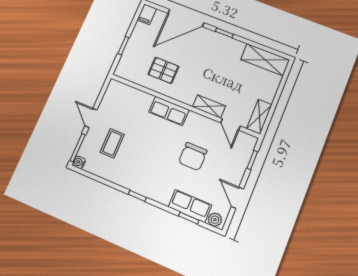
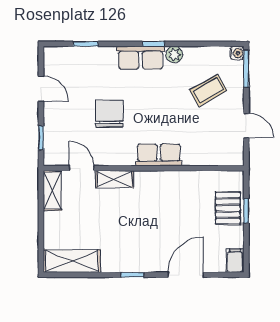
door: (186, 18) -> (186, 275), width x0.73
pallet: (163, 70) -> (228, 208), moved, turned 90
door: (91, 118) -> (246, 125), moved
coffee table: (112, 143) -> (208, 90), turned 60
row of seats: (190, 206) -> (141, 58), moved
plant: (215, 220) -> (174, 55), moved

